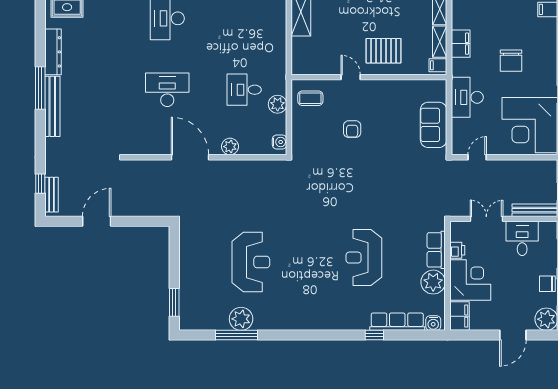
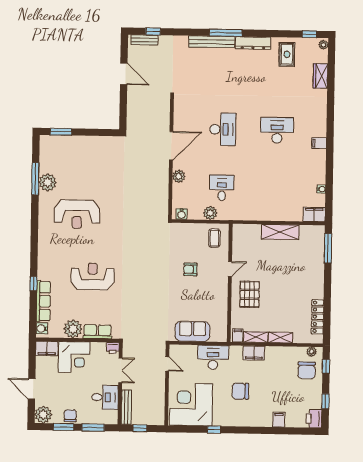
printer: (457, 250) -> (113, 348), moved
reception desk: (251, 262) -> (77, 214), moved

